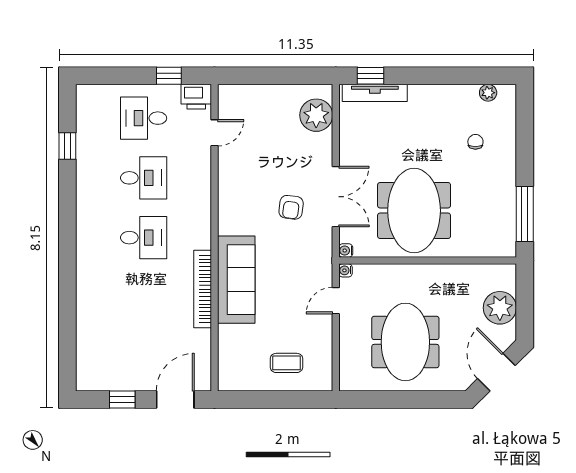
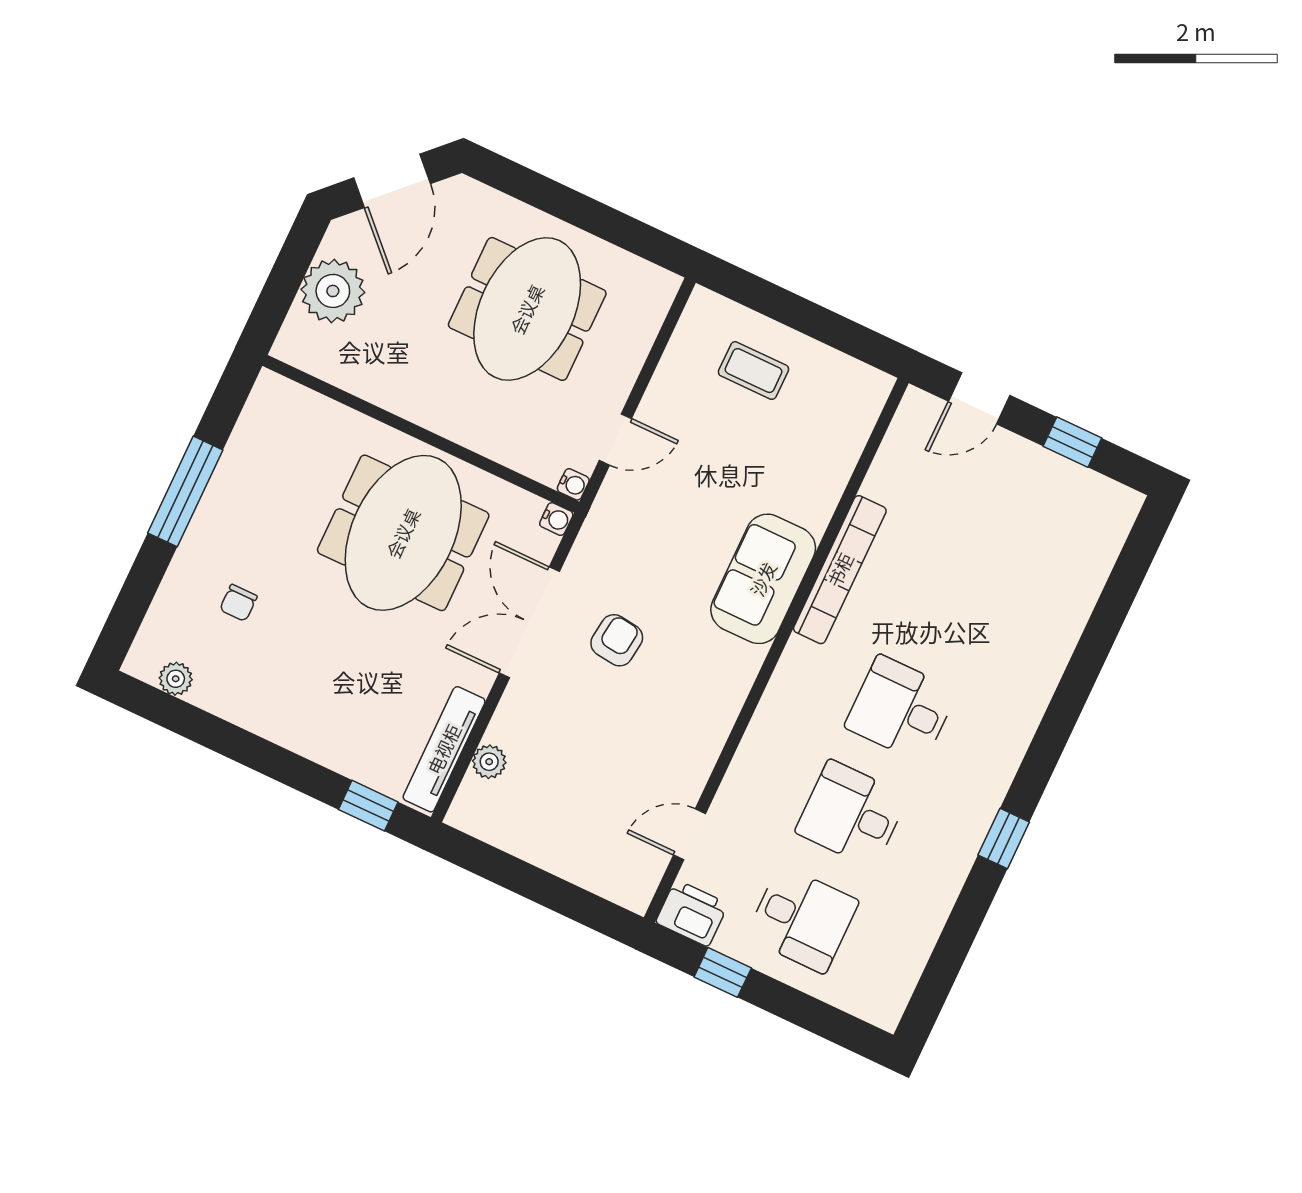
tv unit: (375, 93) -> (444, 749), moved, turned -90
plant: (316, 115) -> (489, 762), width x0.53, depth x0.53
window: (67, 146) -> (1004, 838), moved
window: (525, 214) -> (185, 491), moved
sofa: (236, 280) -> (763, 579), width x0.73
door: (175, 399) -> (979, 398), width x0.73

